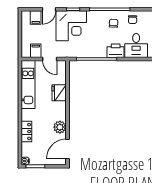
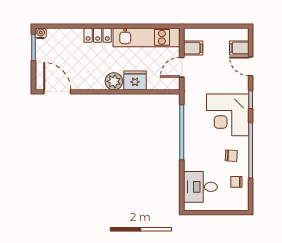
corner desk: (71, 26) -> (228, 115), moved
printer: (116, 51) -> (193, 158), removed
plant: (60, 127) -> (114, 81), moved
locker: (26, 132) -> (98, 35), moved

